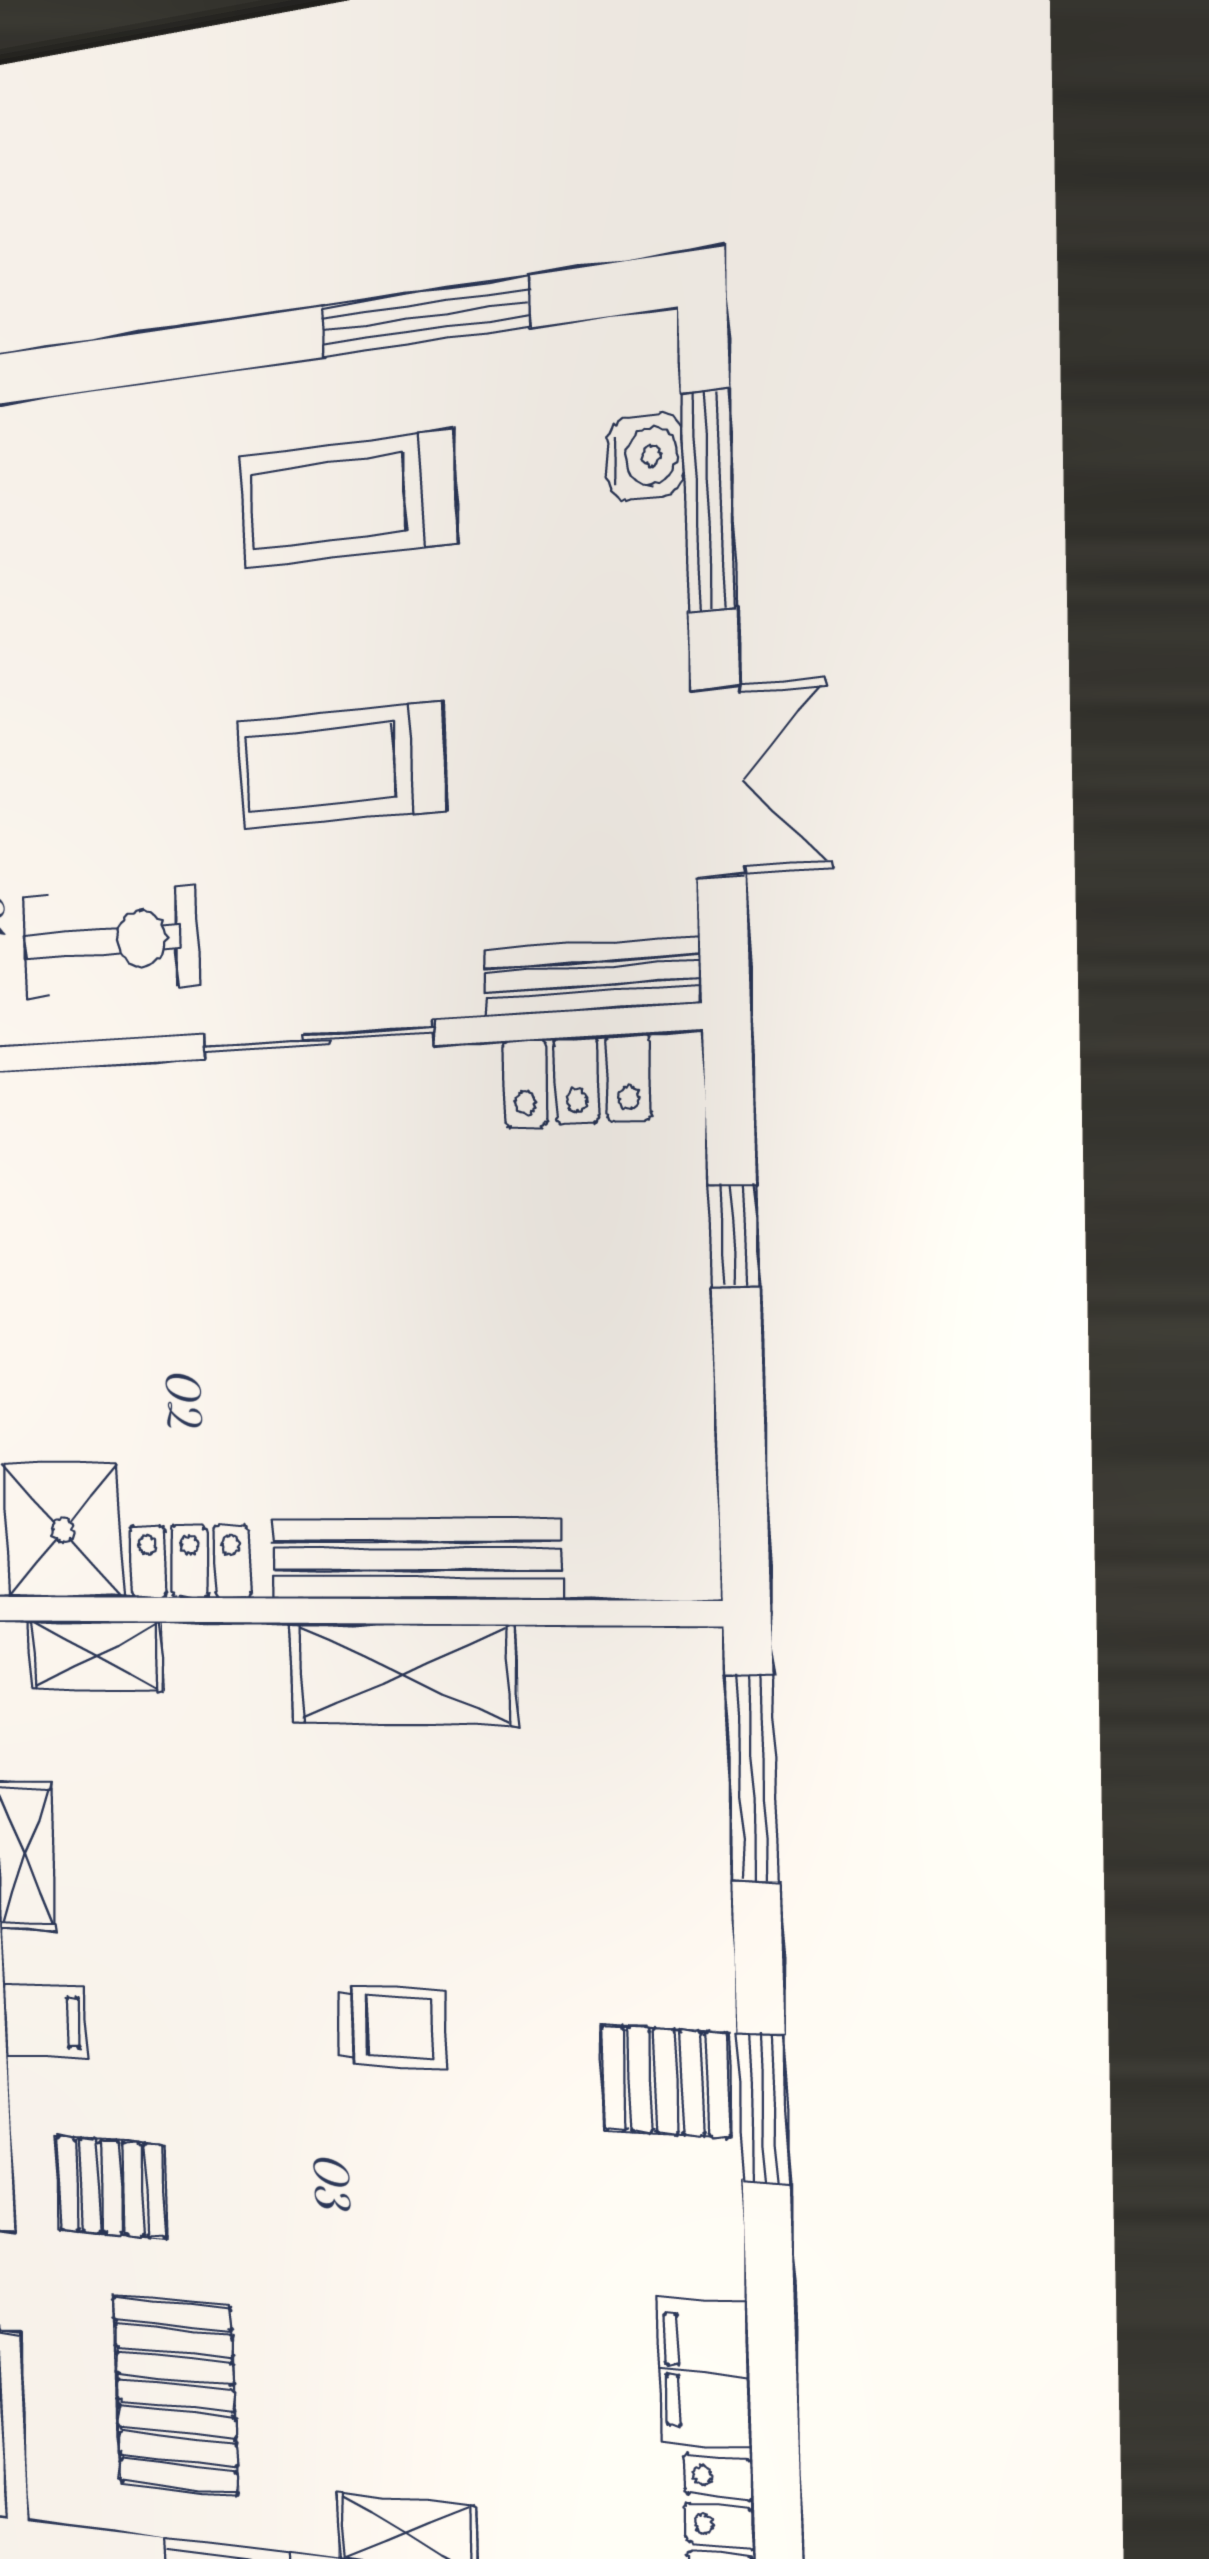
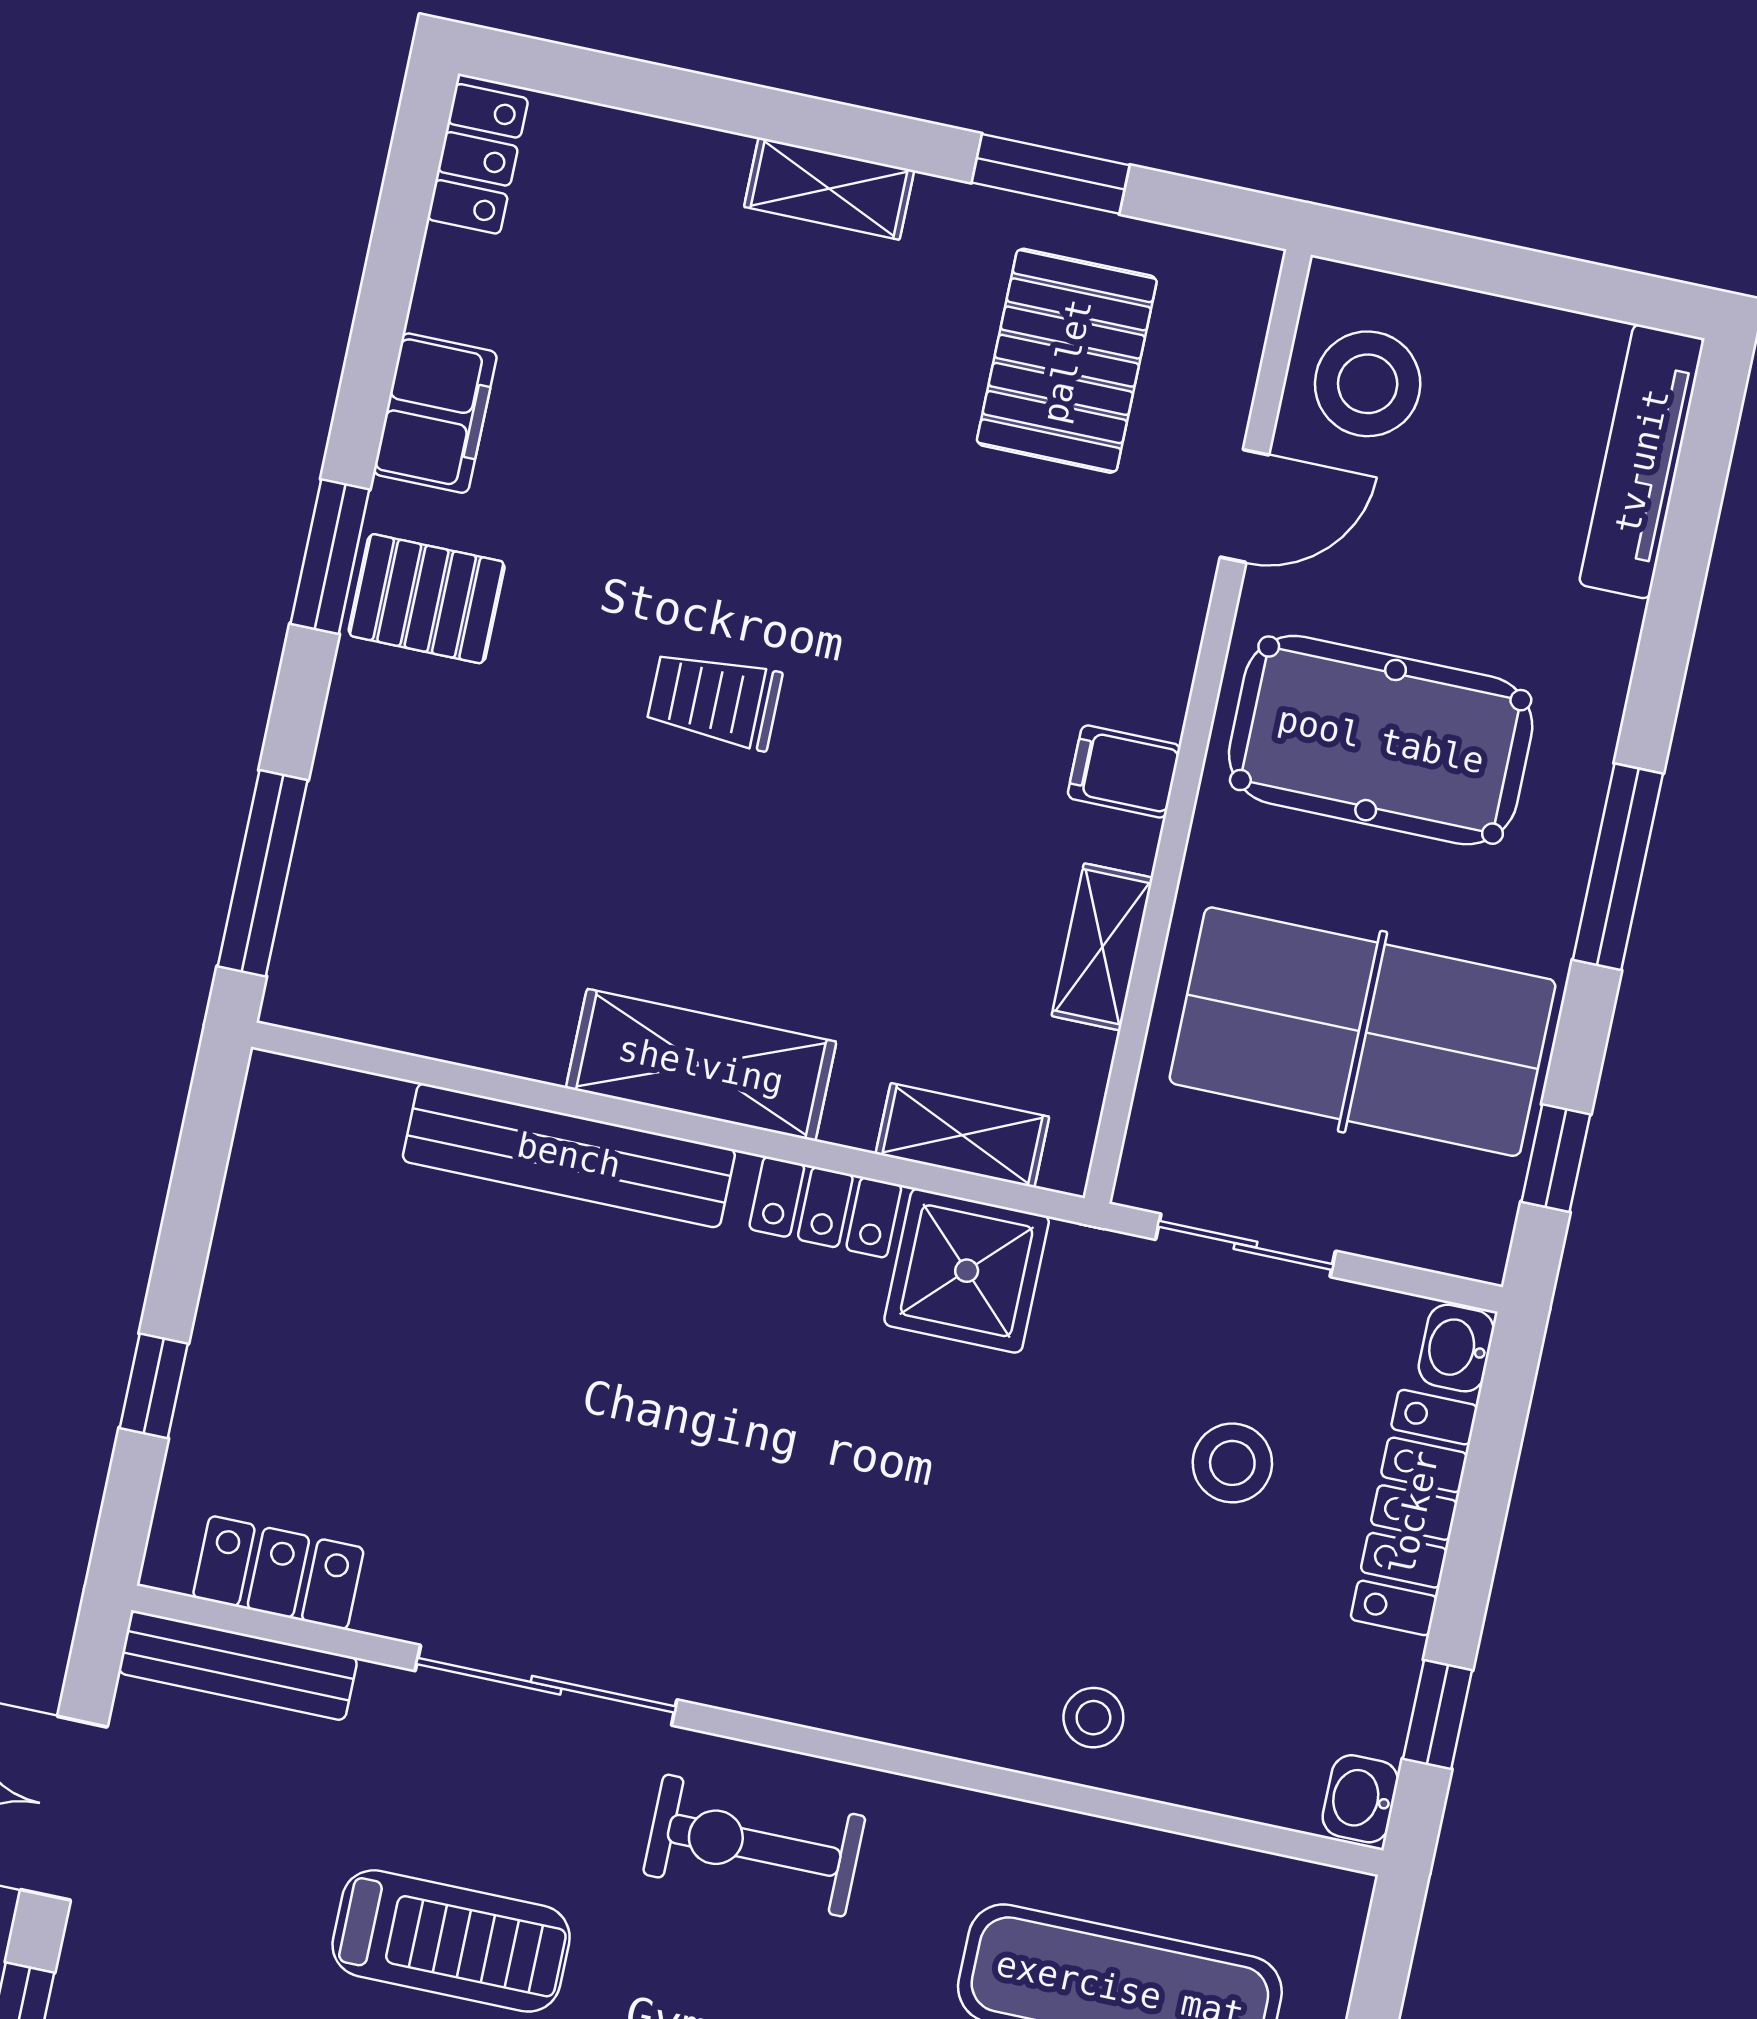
shelving: (403, 1674) -> (701, 1065), moved
pallet: (111, 2187) -> (1088, 587), removed
filing cabinet: (704, 2372) -> (435, 413), moved

